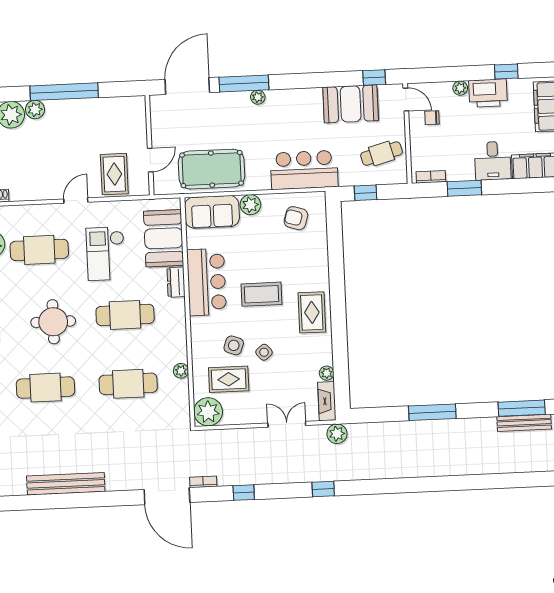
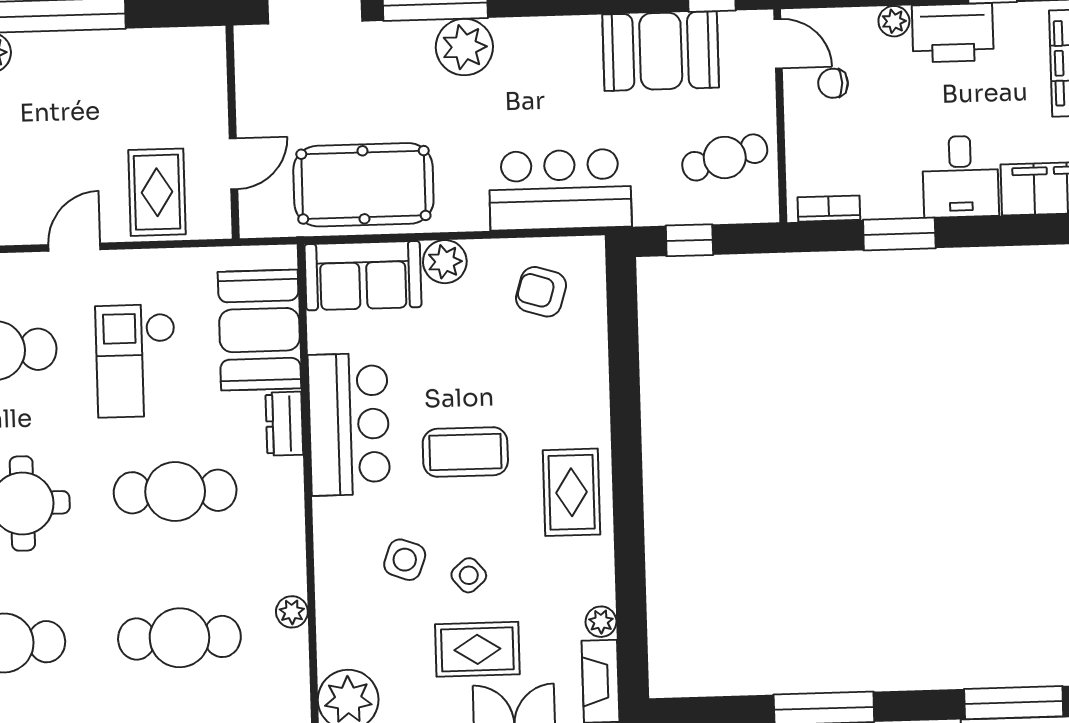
plant: (258, 97) -> (464, 47), width x1.88, depth x1.88
rug: (229, 379) -> (477, 649), moved

